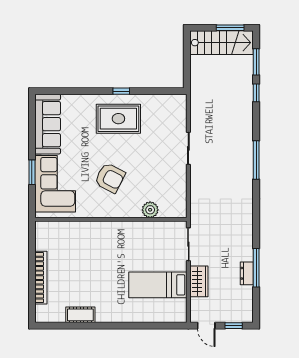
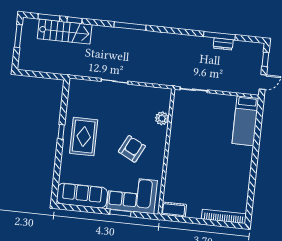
stairs: (221, 43) -> (65, 32), moved, turned 90
bookcase: (41, 278) -> (224, 216), moved
wardrobe: (199, 281) -> (226, 84), removed
bed: (158, 285) -> (245, 121), moved
cot: (80, 315) -> (174, 210), moved, turned 90

